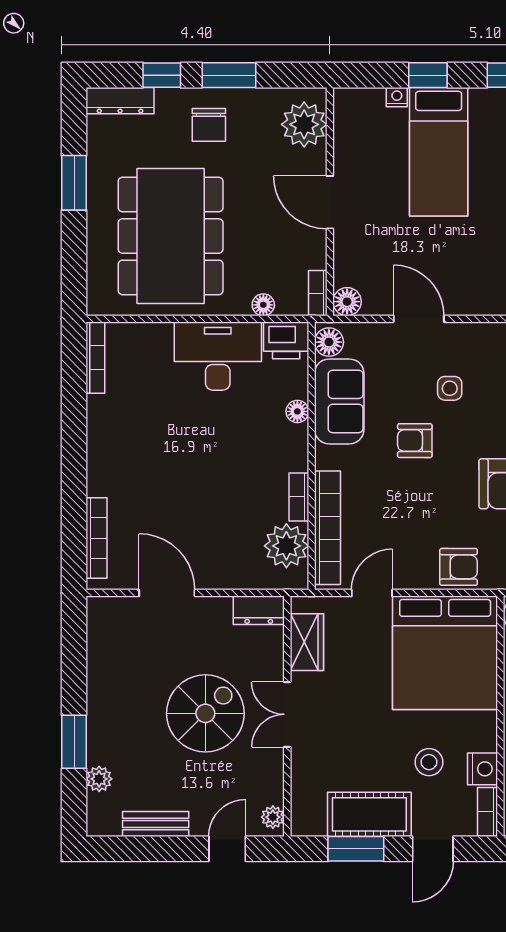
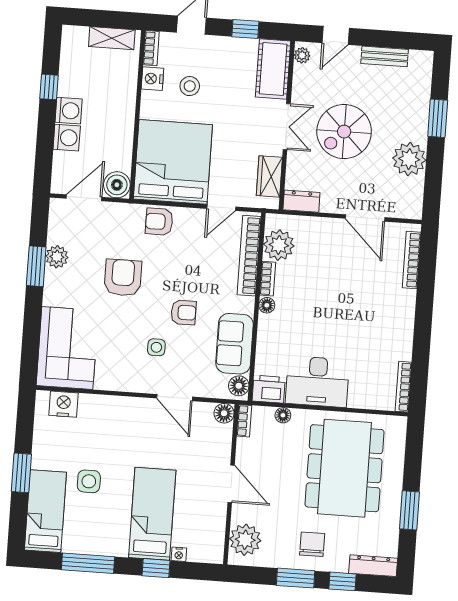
floor lamp: (297, 411) -> (267, 305), moved
plant: (99, 779) -> (409, 159), moved, width x1.87, depth x1.87
cot: (369, 814) -> (273, 69), moved, turned 90
window: (356, 849) -> (245, 29), width x0.67

